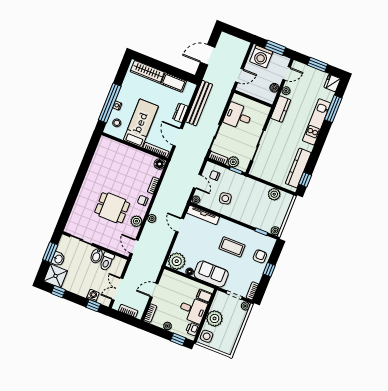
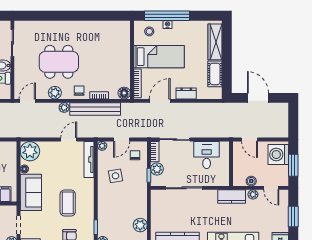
bench: (199, 103) -> (95, 109), moved
dining table: (112, 208) -> (59, 62), width x1.38

